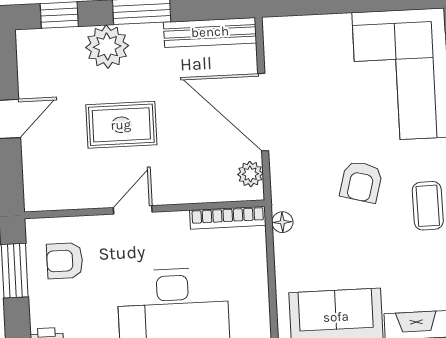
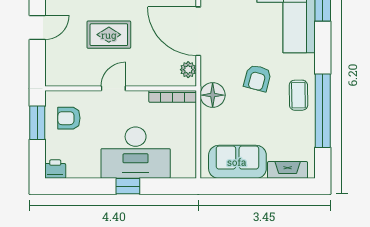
floor lamp: (282, 222) -> (213, 95), width x1.89, depth x1.89

